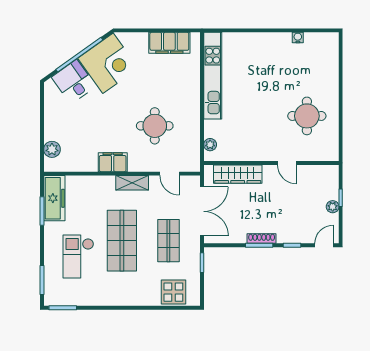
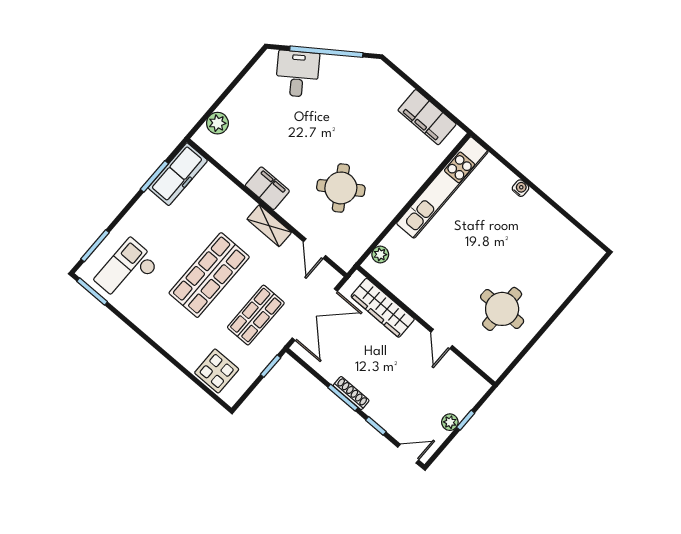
water cooler: (298, 38) -> (520, 188), moved
corner desk: (108, 63) -> (348, 85), removed
round table: (155, 126) -> (341, 188), turned -33
checkout: (78, 257) -> (127, 271), moved

